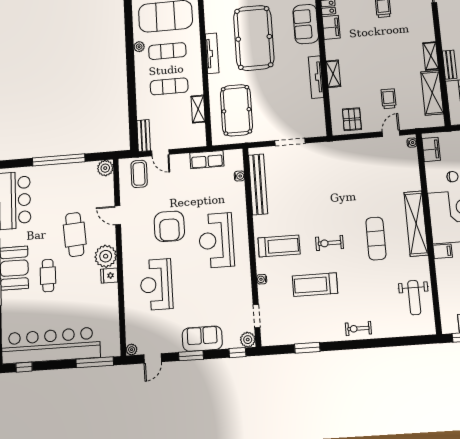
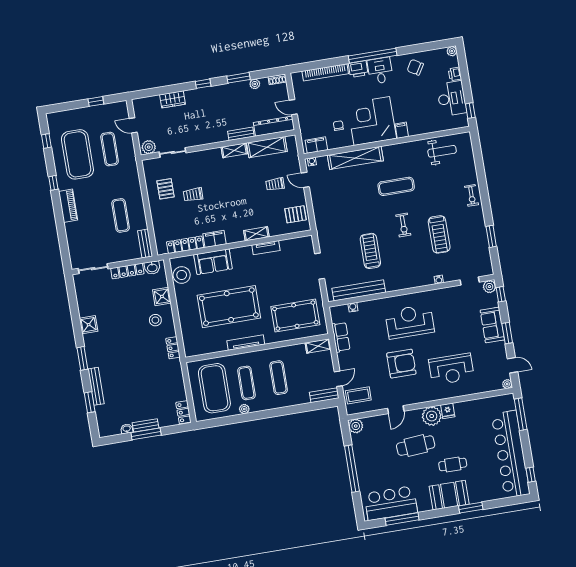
tv unit: (316, 77) -> (266, 248), width x0.71
shelving: (198, 109) -> (318, 346), moved
shelving: (416, 224) -> (355, 158), moved
reception desk: (216, 240) -> (410, 322), turned 180
treadmill: (279, 246) -> (370, 251), moved

